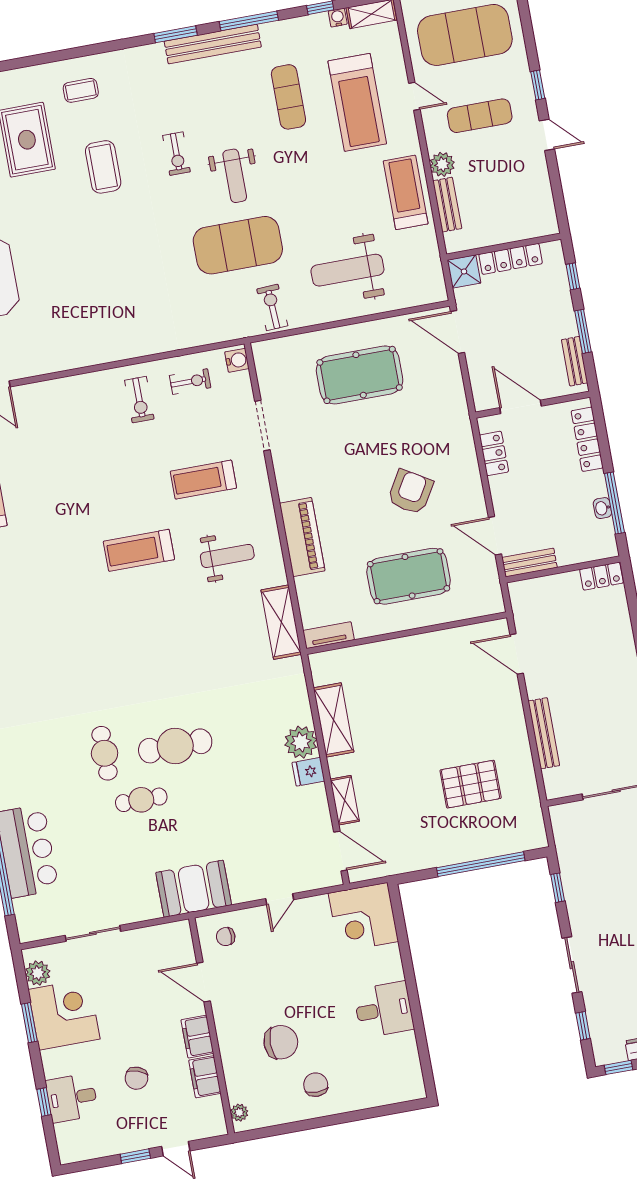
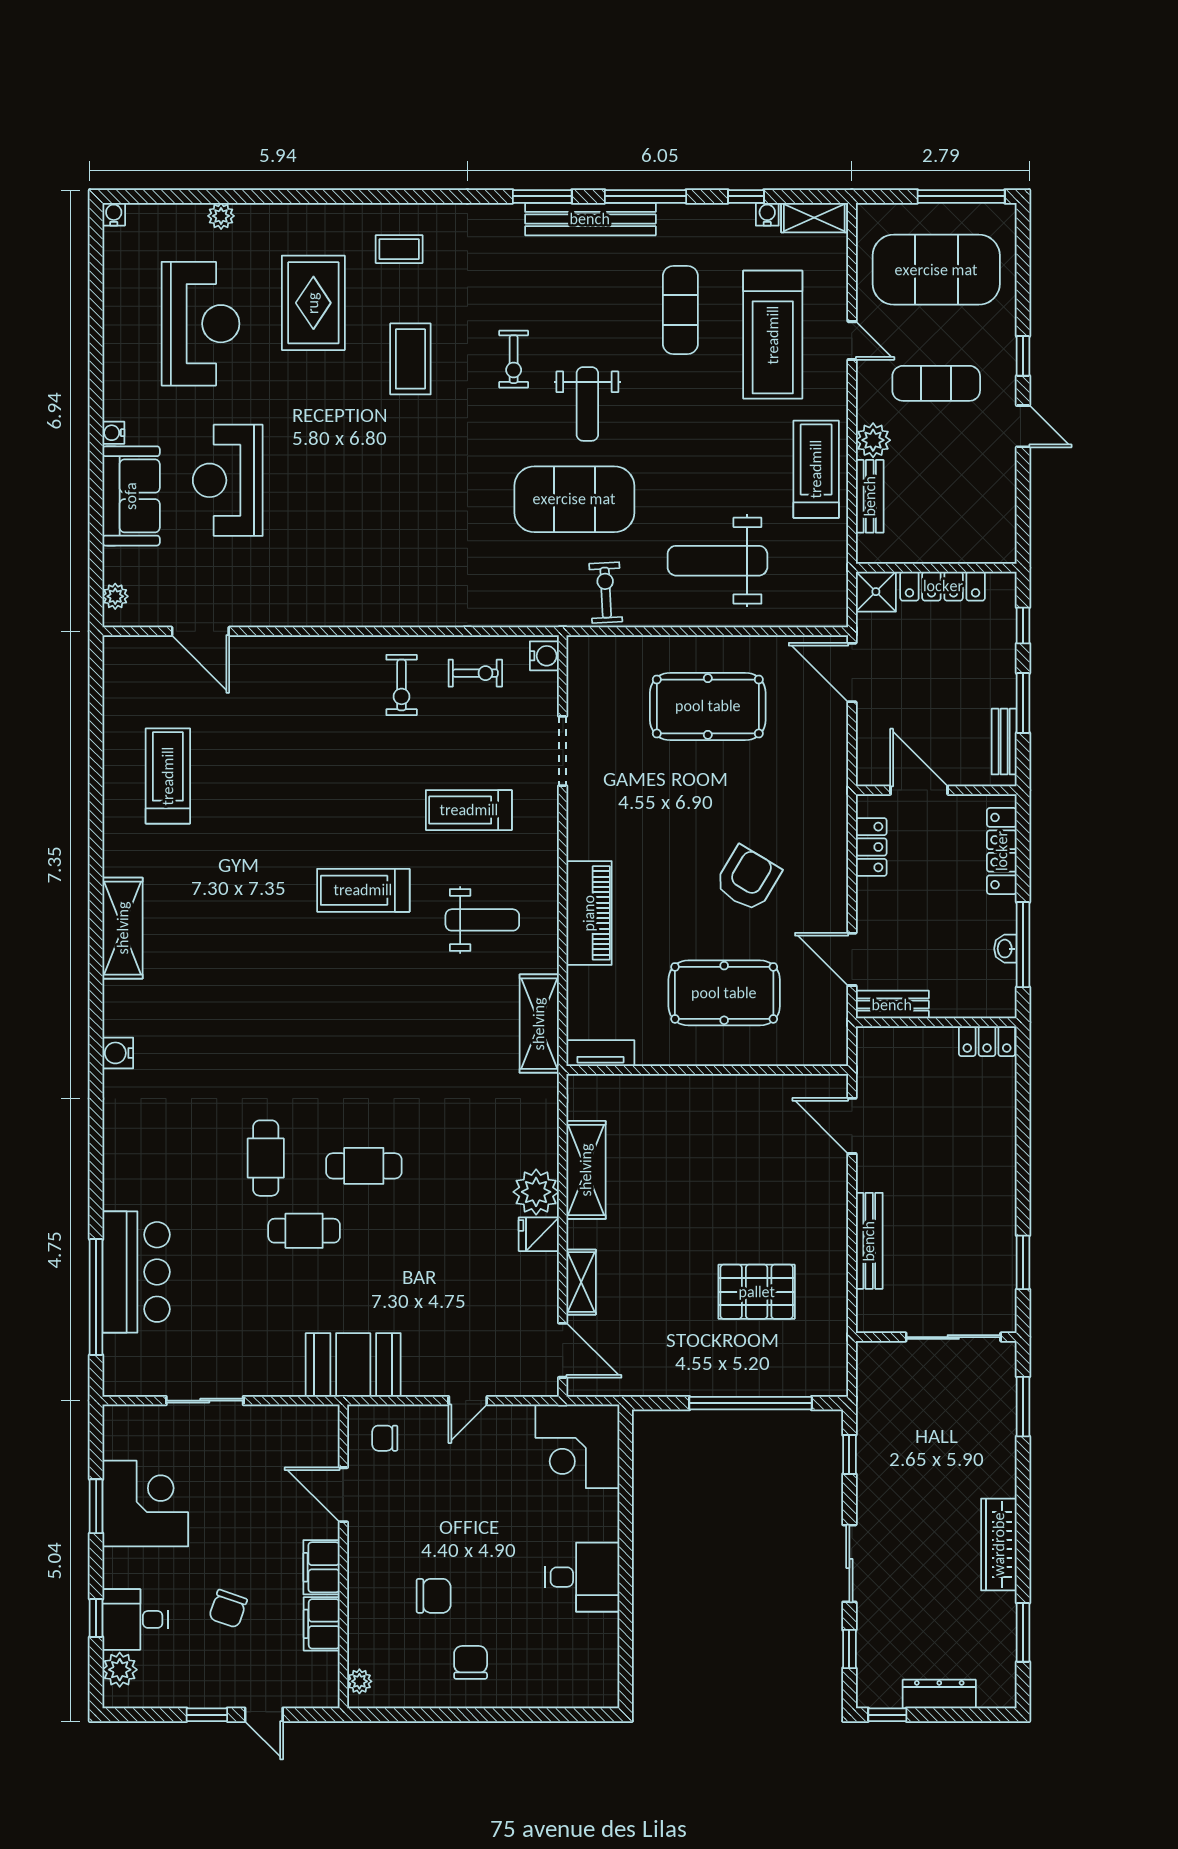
cafe table: (175, 746) -> (364, 1166), width x0.73, depth x0.74
plant: (38, 973) -> (120, 1670), moved
chair: (281, 1042) -> (434, 1596), width x0.73, depth x0.73

